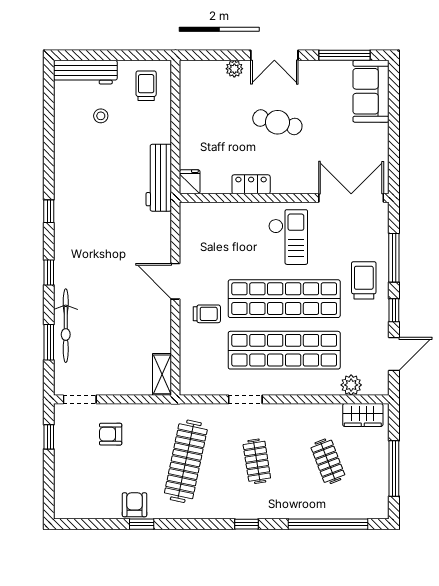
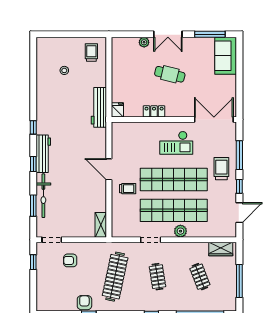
workbench: (85, 72) -> (43, 154), moved, turned -90
checkout: (288, 237) -> (176, 143), turned 90
plant: (351, 385) -> (180, 231), moved

